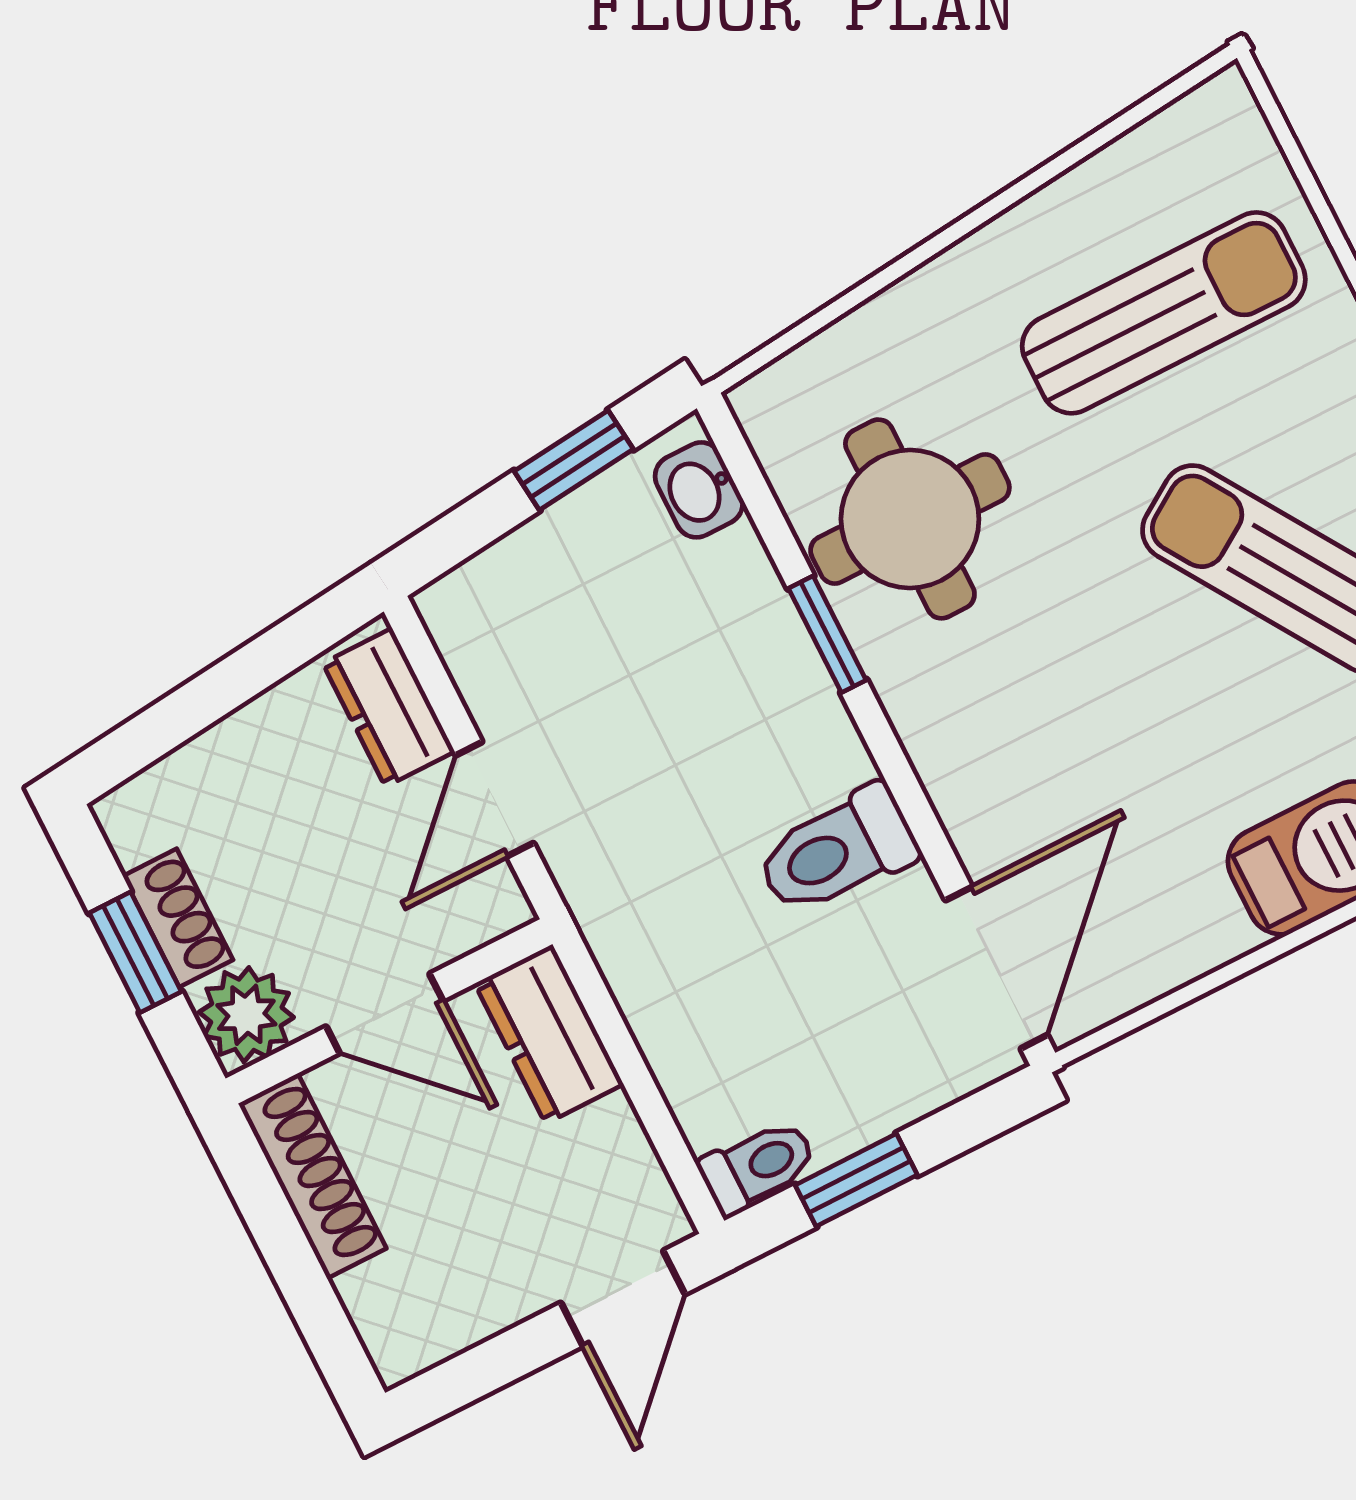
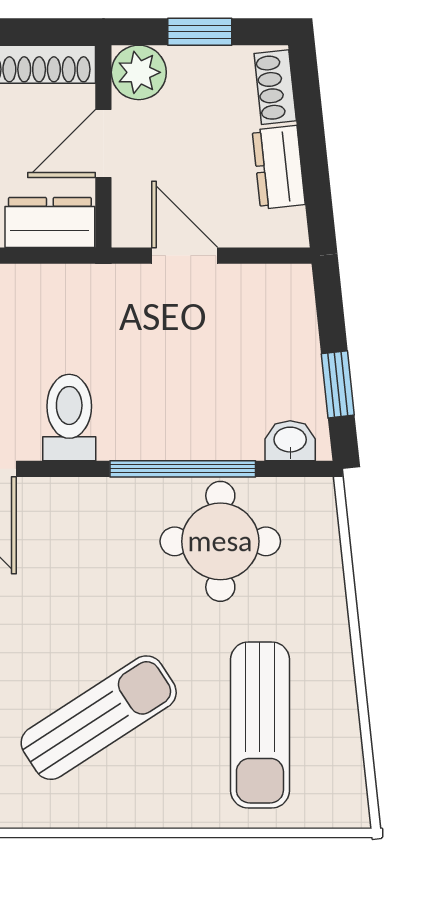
window: (827, 634) -> (183, 469), width x2.17
dresser: (389, 707) -> (279, 167), moved, turned -96
shoe rack: (178, 918) -> (275, 87), moved, turned 84

